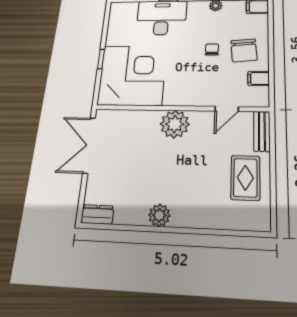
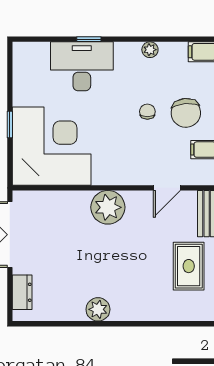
dresser: (97, 214) -> (22, 292), moved, turned 90

